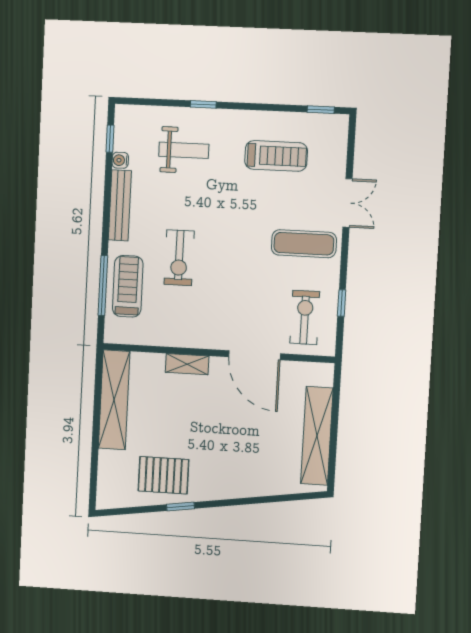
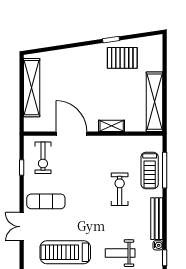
treadmill: (276, 156) -> (65, 252), width x1.37, depth x1.38

